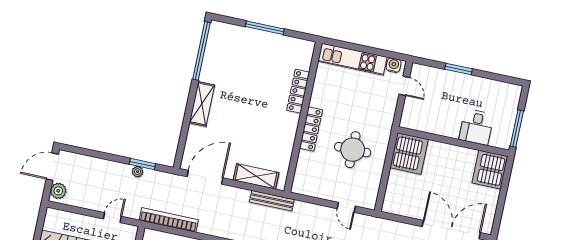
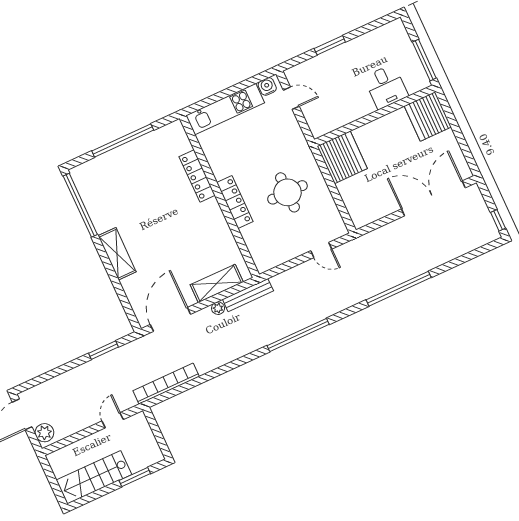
window: (265, 28) -> (123, 141), width x1.46
plant: (138, 172) -> (218, 308), moved

